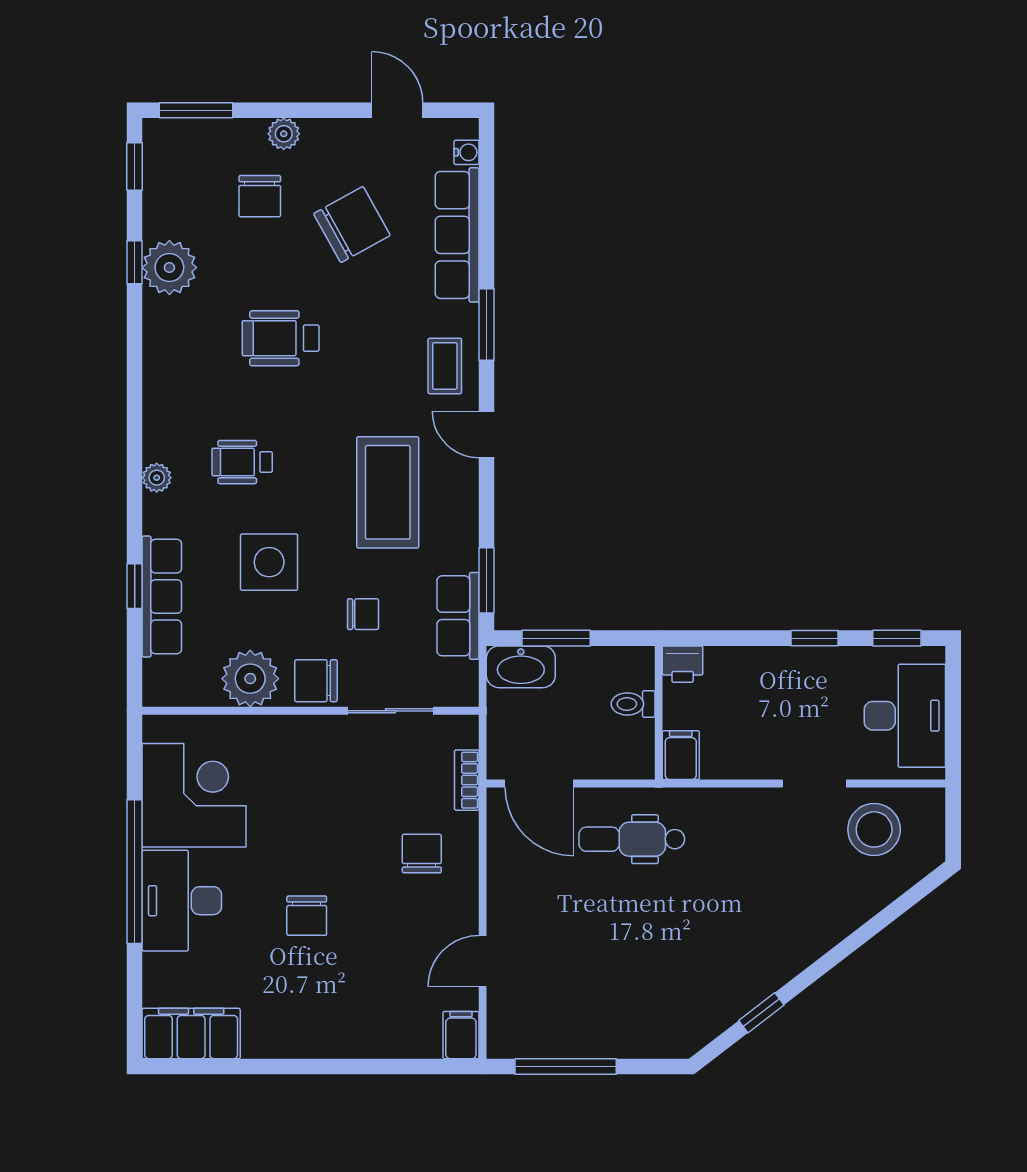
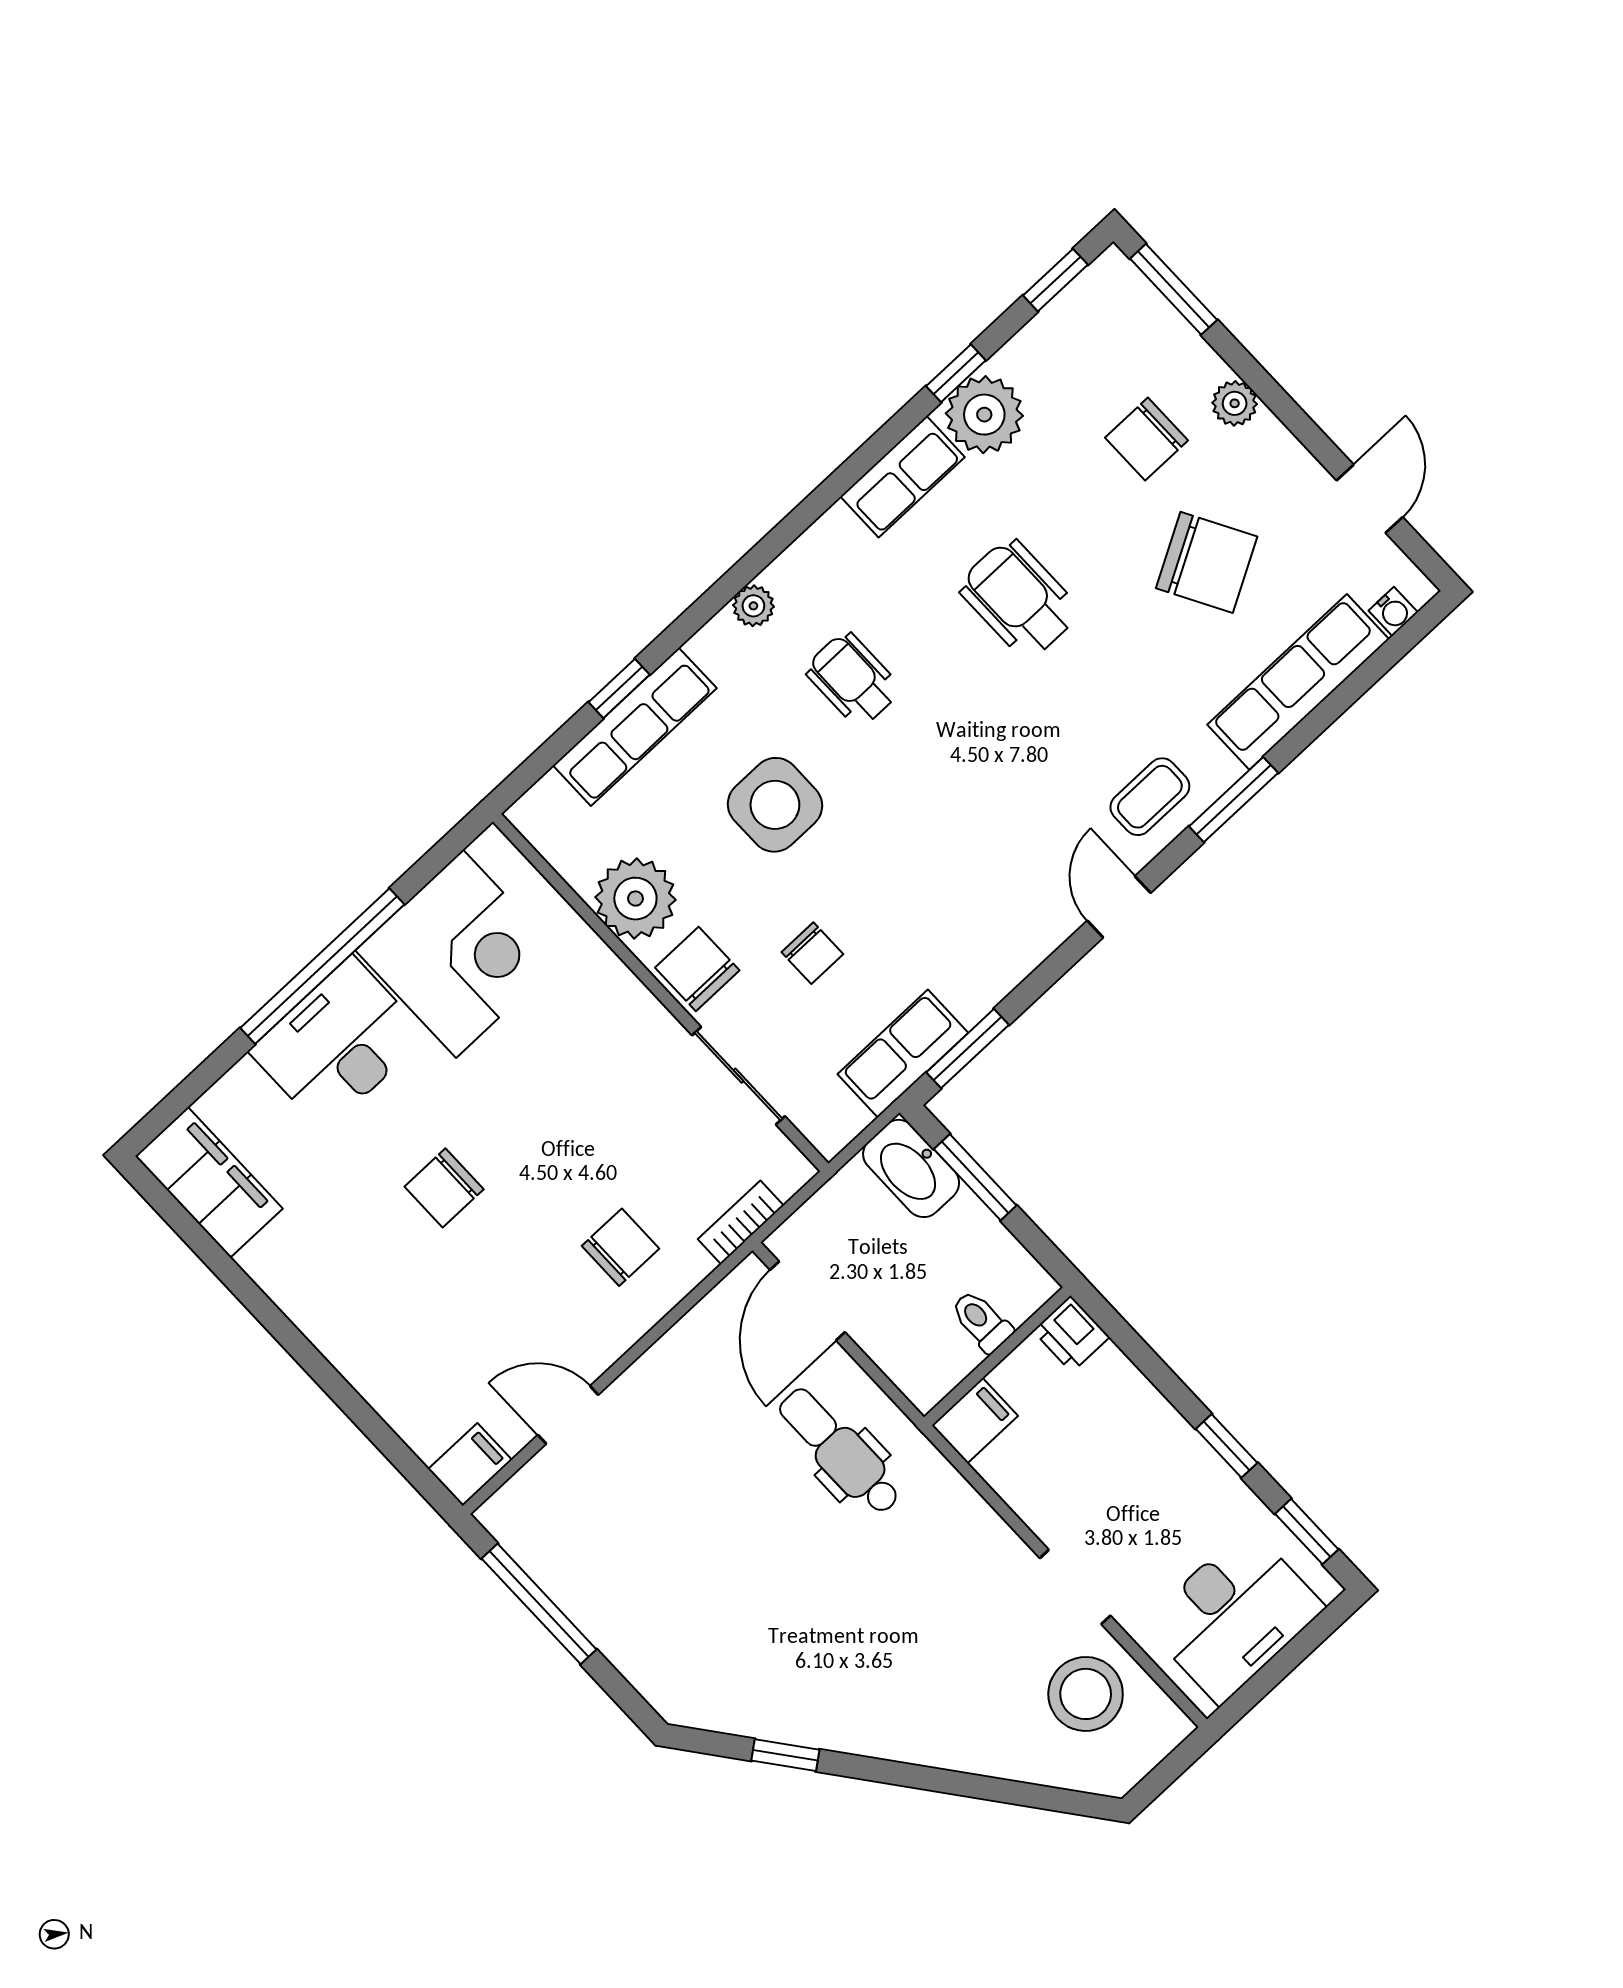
row of seats: (162, 339) -> (903, 477), added
coffee table: (388, 492) -> (963, 860), removed

